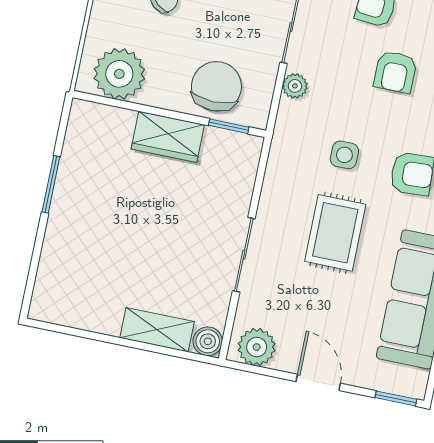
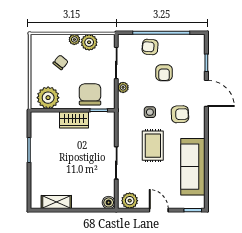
shelving: (157, 330) -> (56, 202), moved

